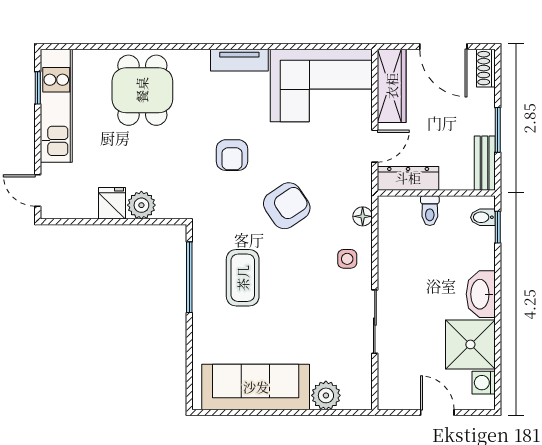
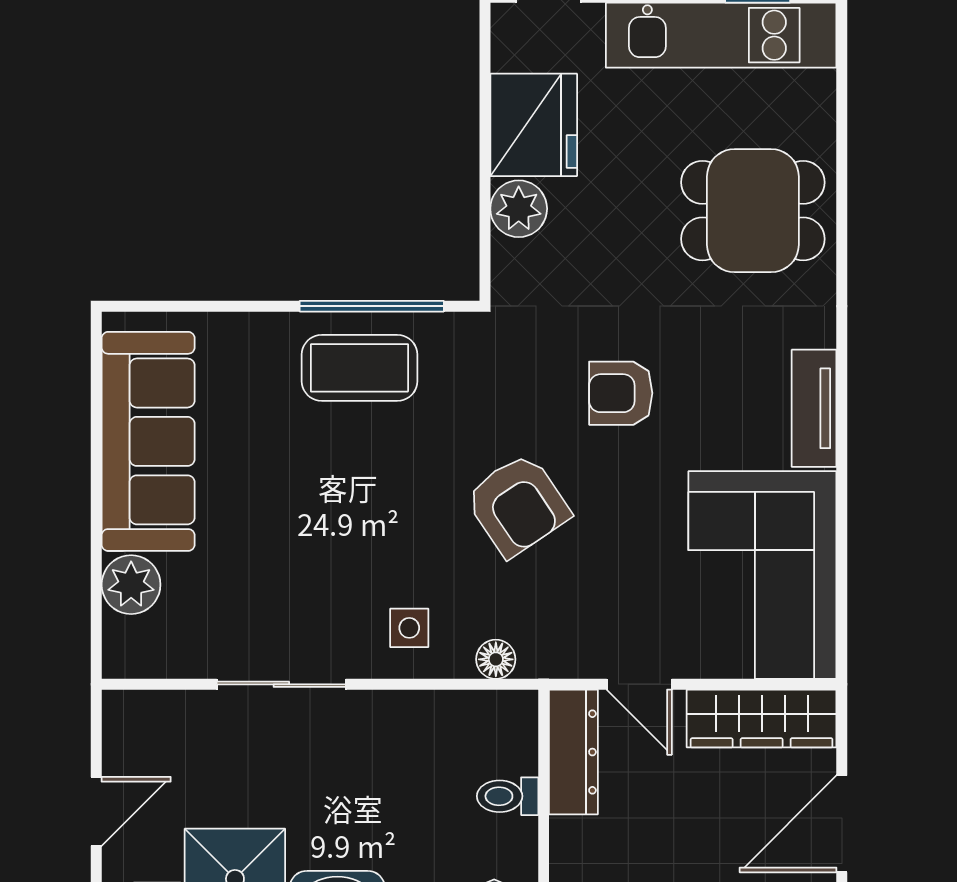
fridge: (112, 203) -> (534, 125), width x1.88, depth x1.34
coffee table: (243, 278) -> (360, 368), moved

